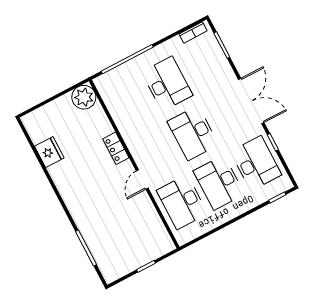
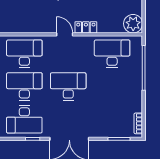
desk: (167, 84) -> (112, 54), moved, turned 180
door: (142, 179) -> (65, 34), moved

